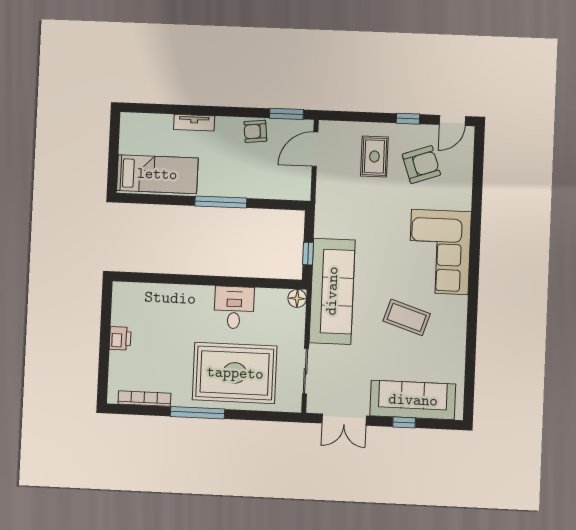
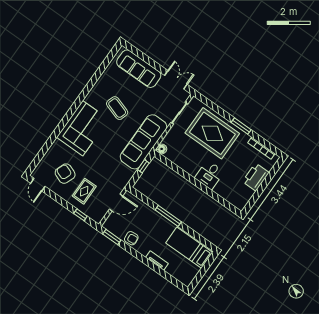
window: (408, 119) -> (80, 215), moved
door: (452, 120) -> (38, 185), swing flipped
door: (315, 149) -> (116, 202), moved
armchair: (421, 165) -> (65, 174), turned 40
desk: (234, 308) -> (209, 175), moved
printer: (120, 338) -> (256, 177), width x1.87, depth x1.48
window: (197, 413) -> (241, 126), width x0.69
window: (404, 422) -> (149, 61), removed

